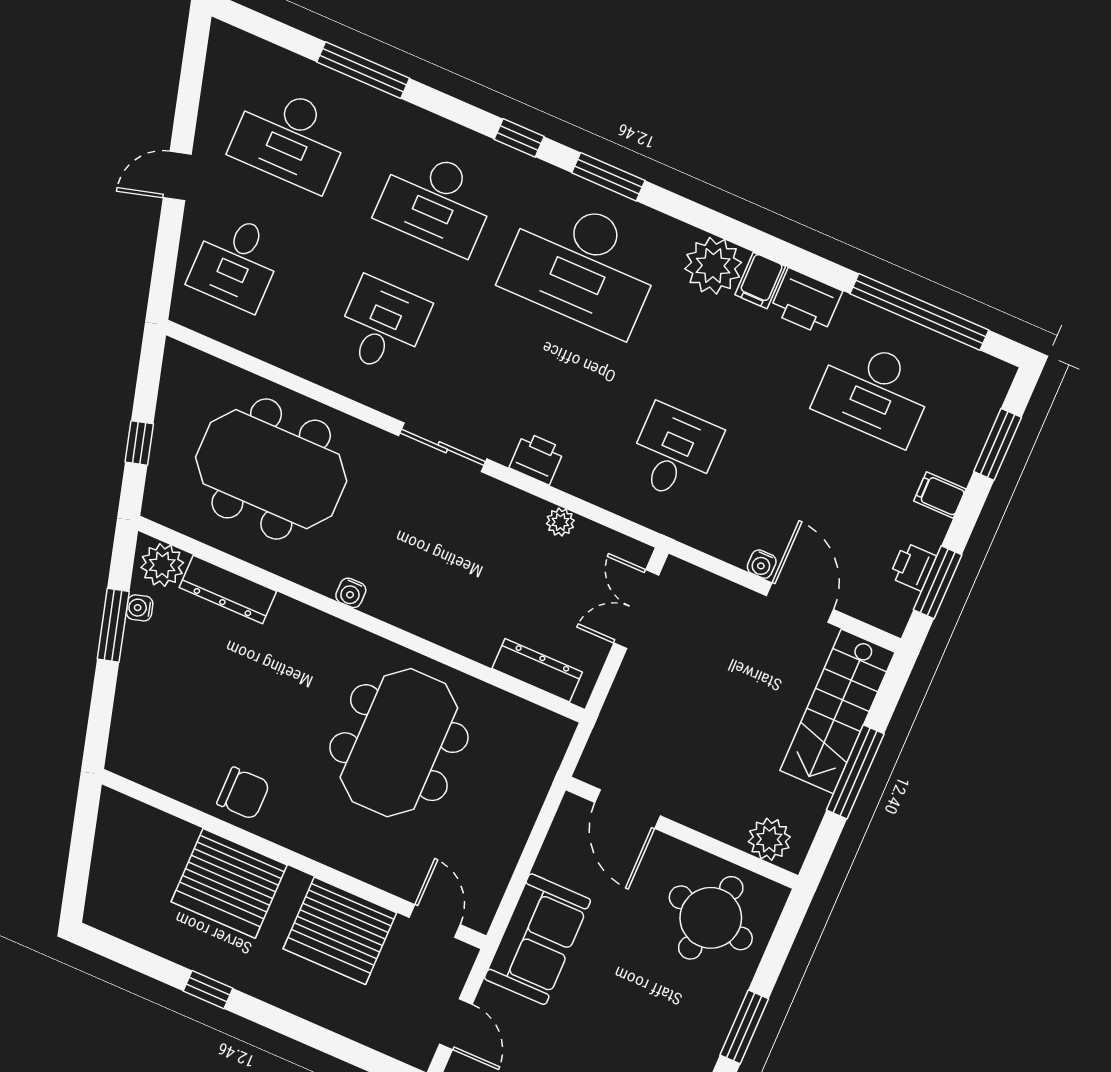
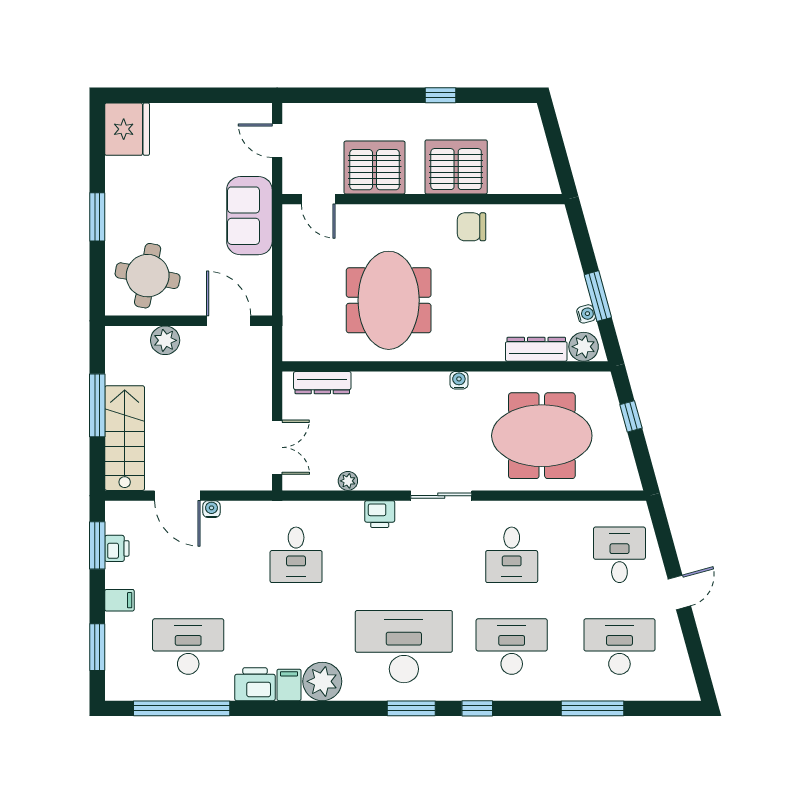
plant: (769, 839) -> (165, 340), moved

